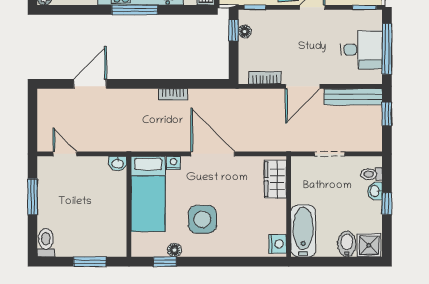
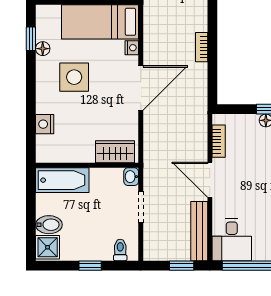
desk: (361, 50) -> (232, 240), moved
washbasin: (375, 191) -> (131, 177), moved, turned -90
nightstand: (278, 244) -> (45, 124), moved, turned 90

